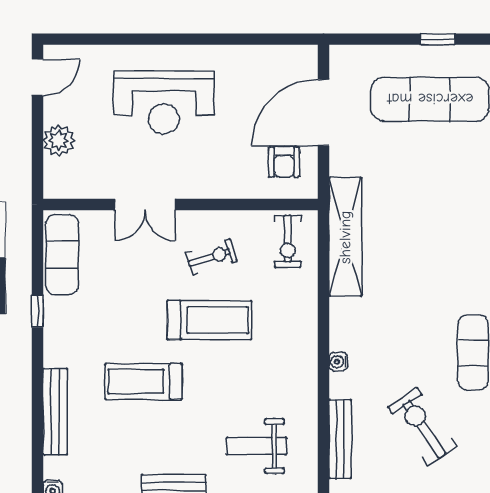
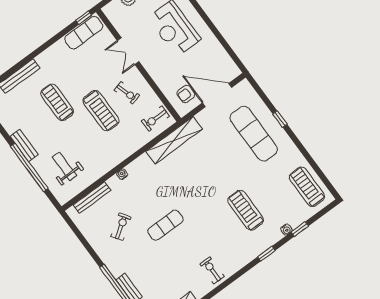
window: (37, 311) -> (84, 18), moved
exercise bike: (422, 427) -> (121, 227), width x0.73, depth x0.72

